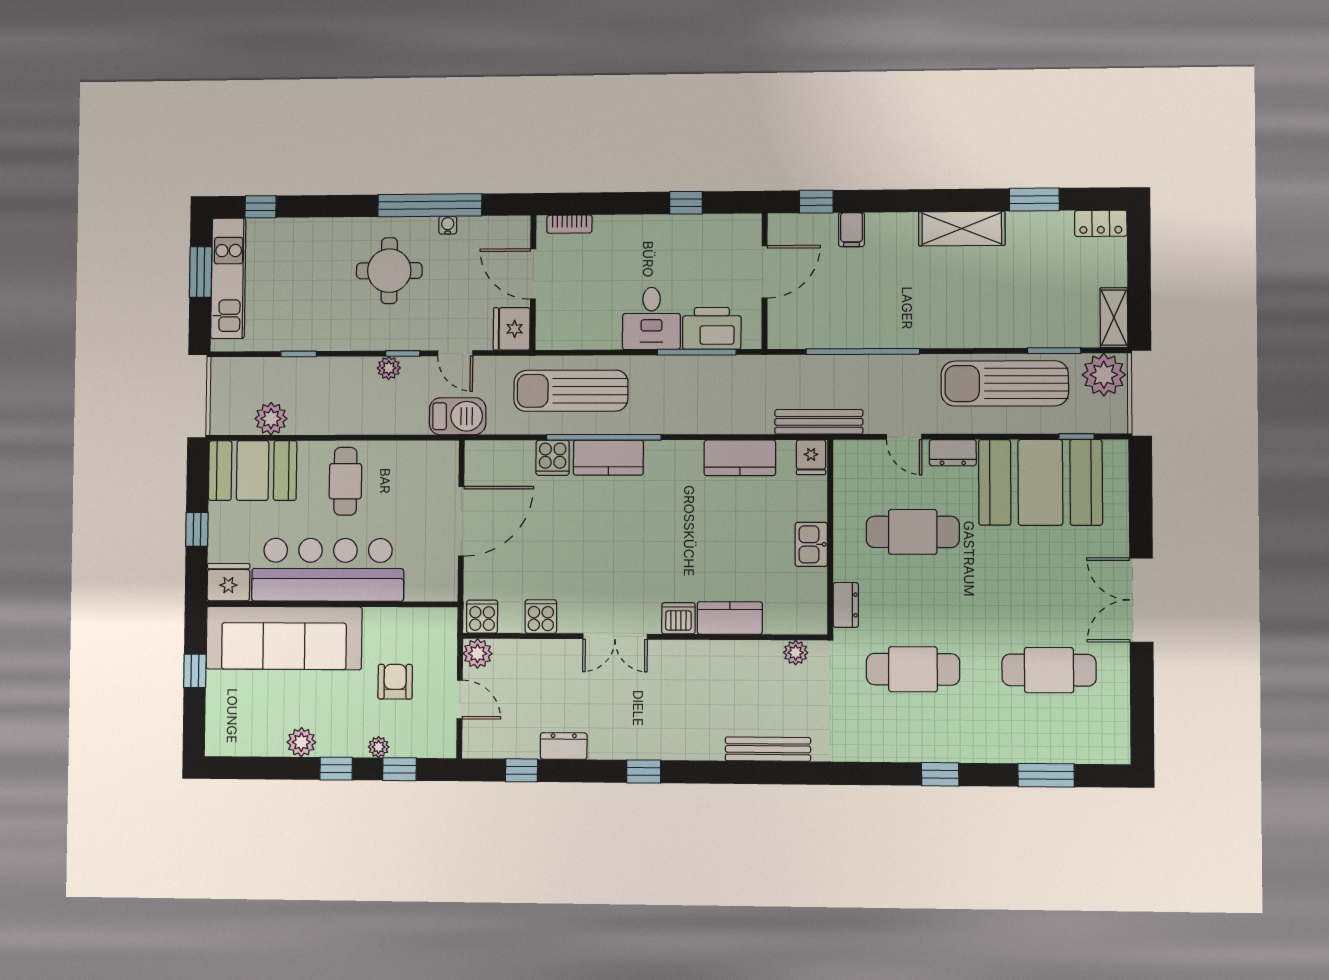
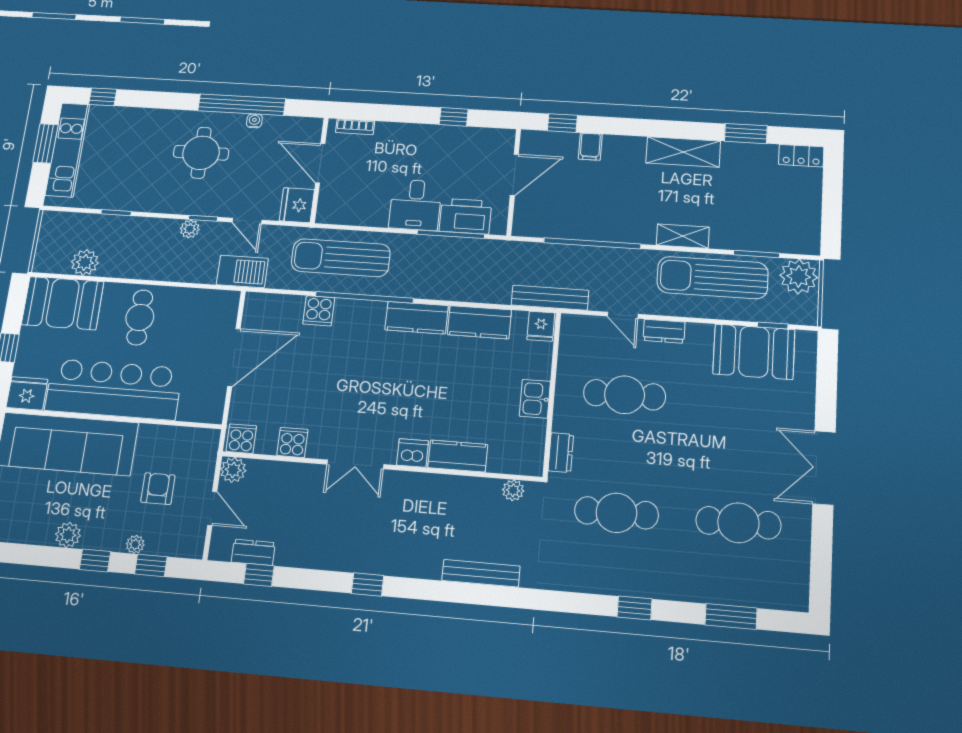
shelving: (1114, 318) -> (683, 236), moved, turned 90
kitchen counter: (608, 458) -> (417, 318), moved
booth: (1040, 482) -> (754, 352), width x0.73, depth x0.70
dresser: (564, 746) -> (253, 552), moved

